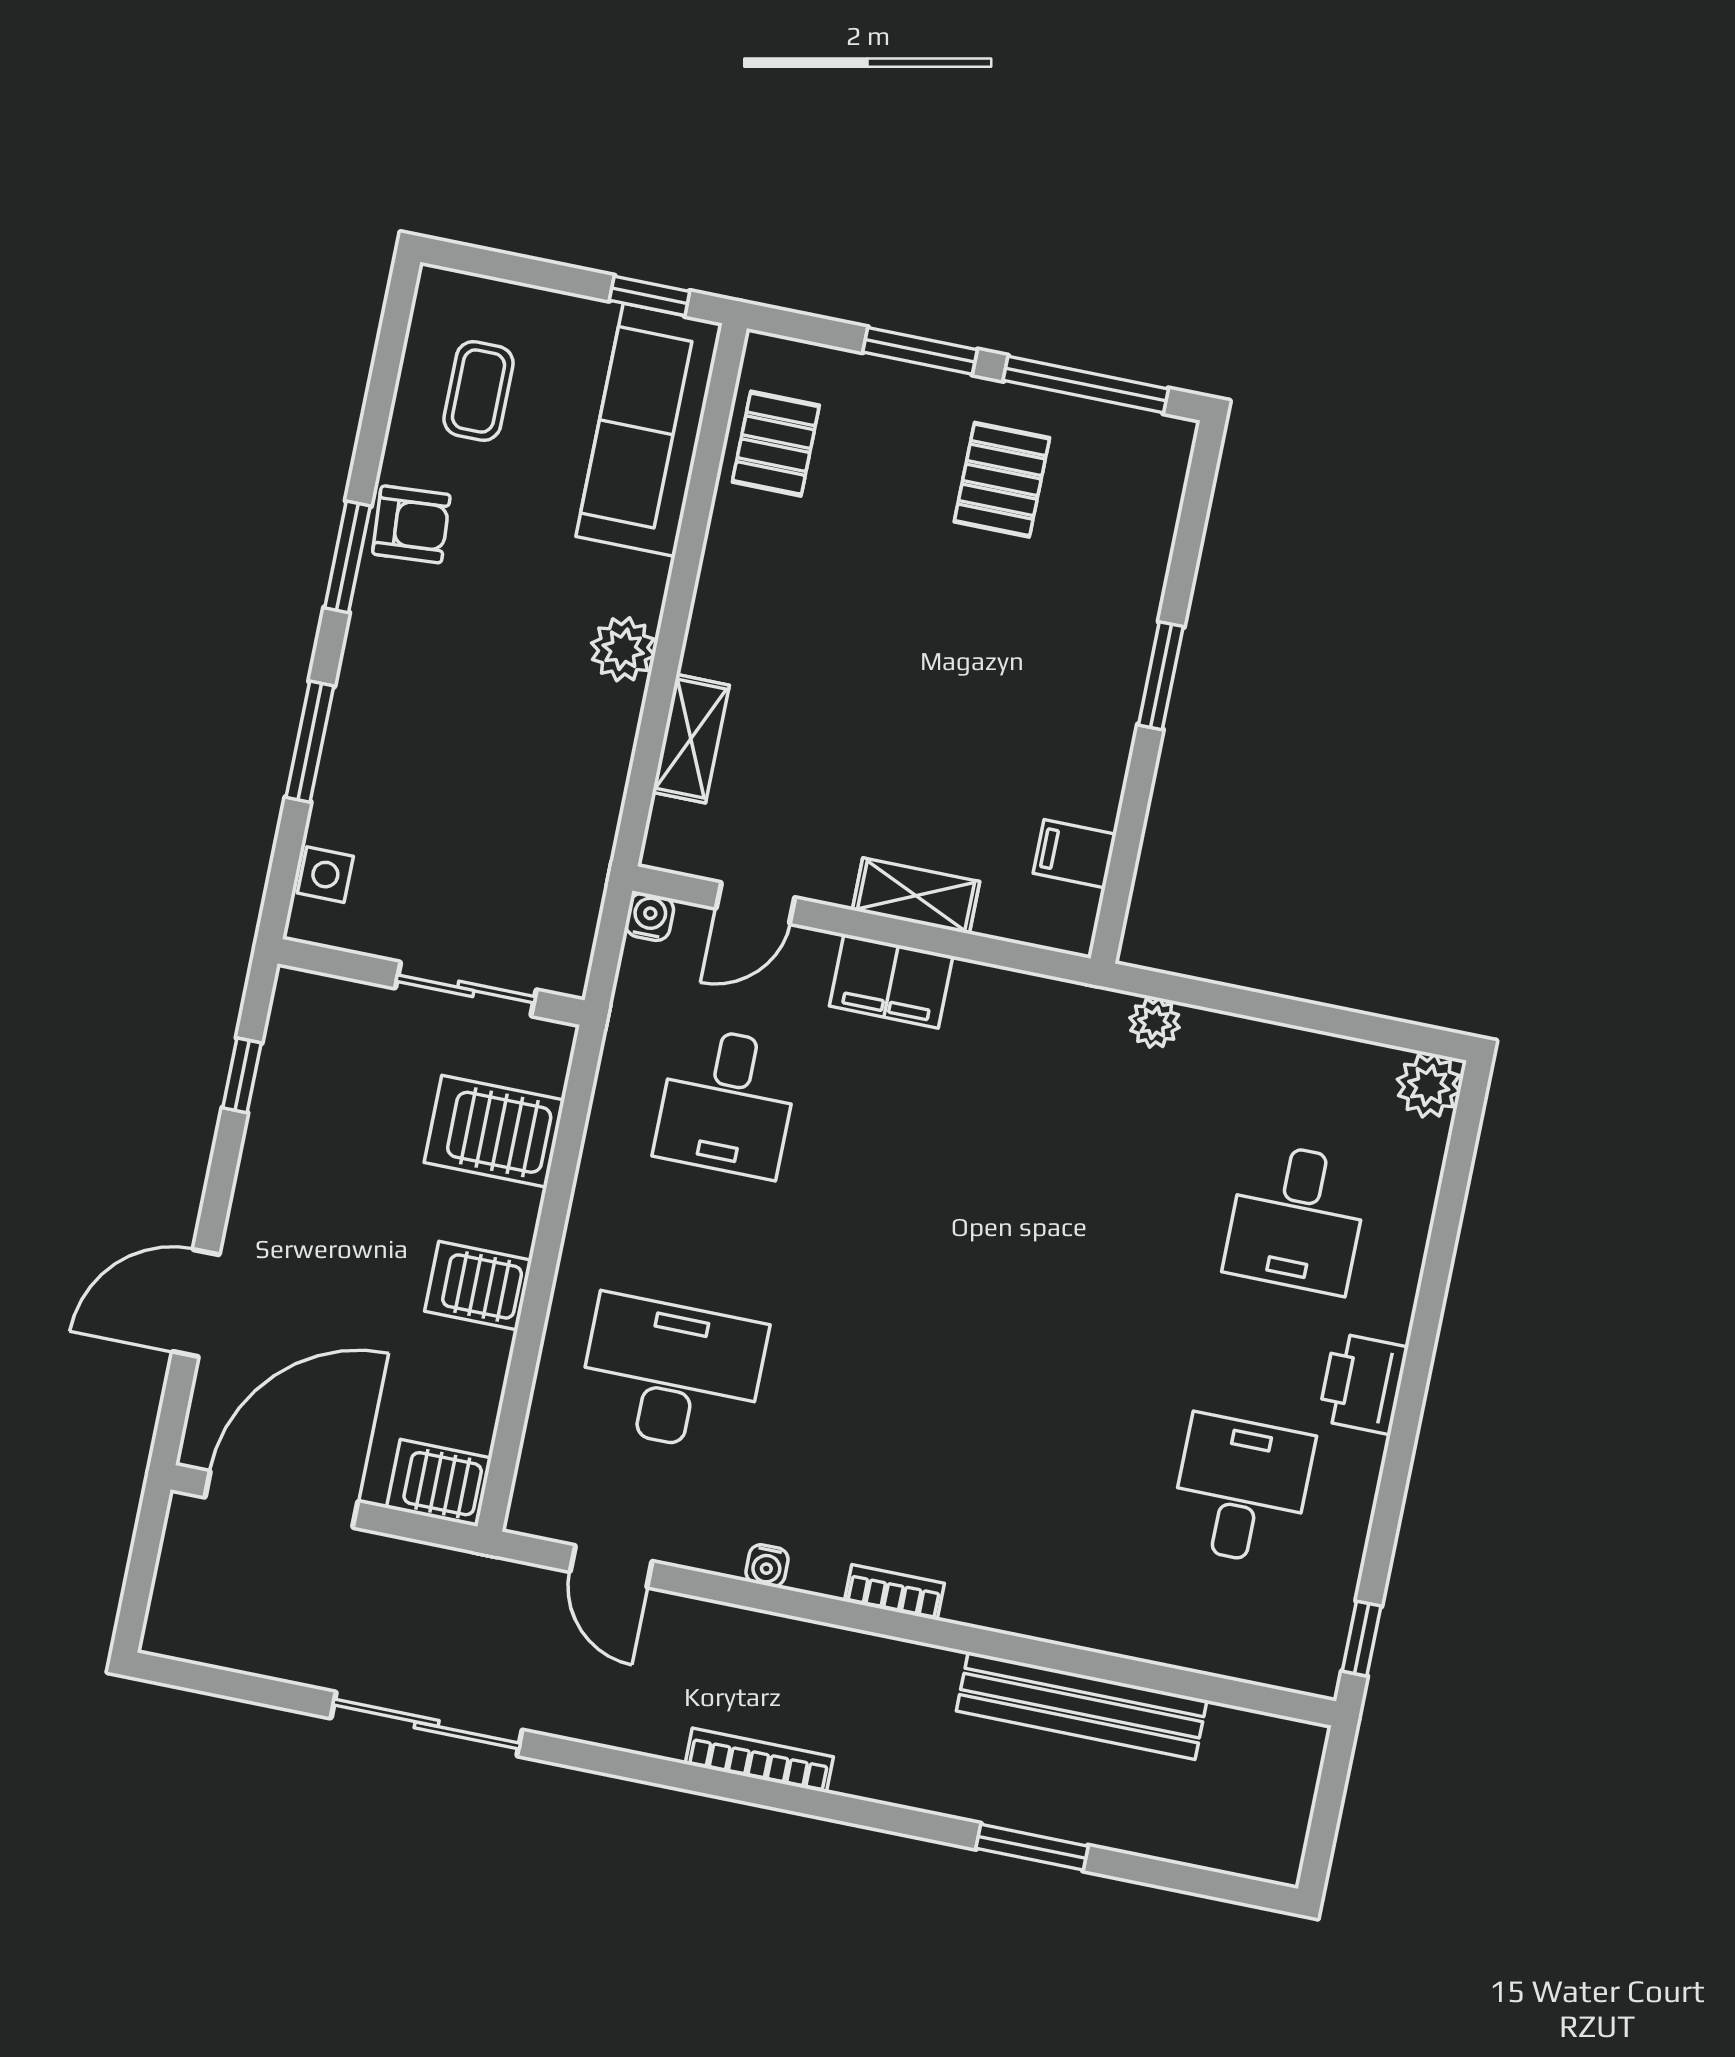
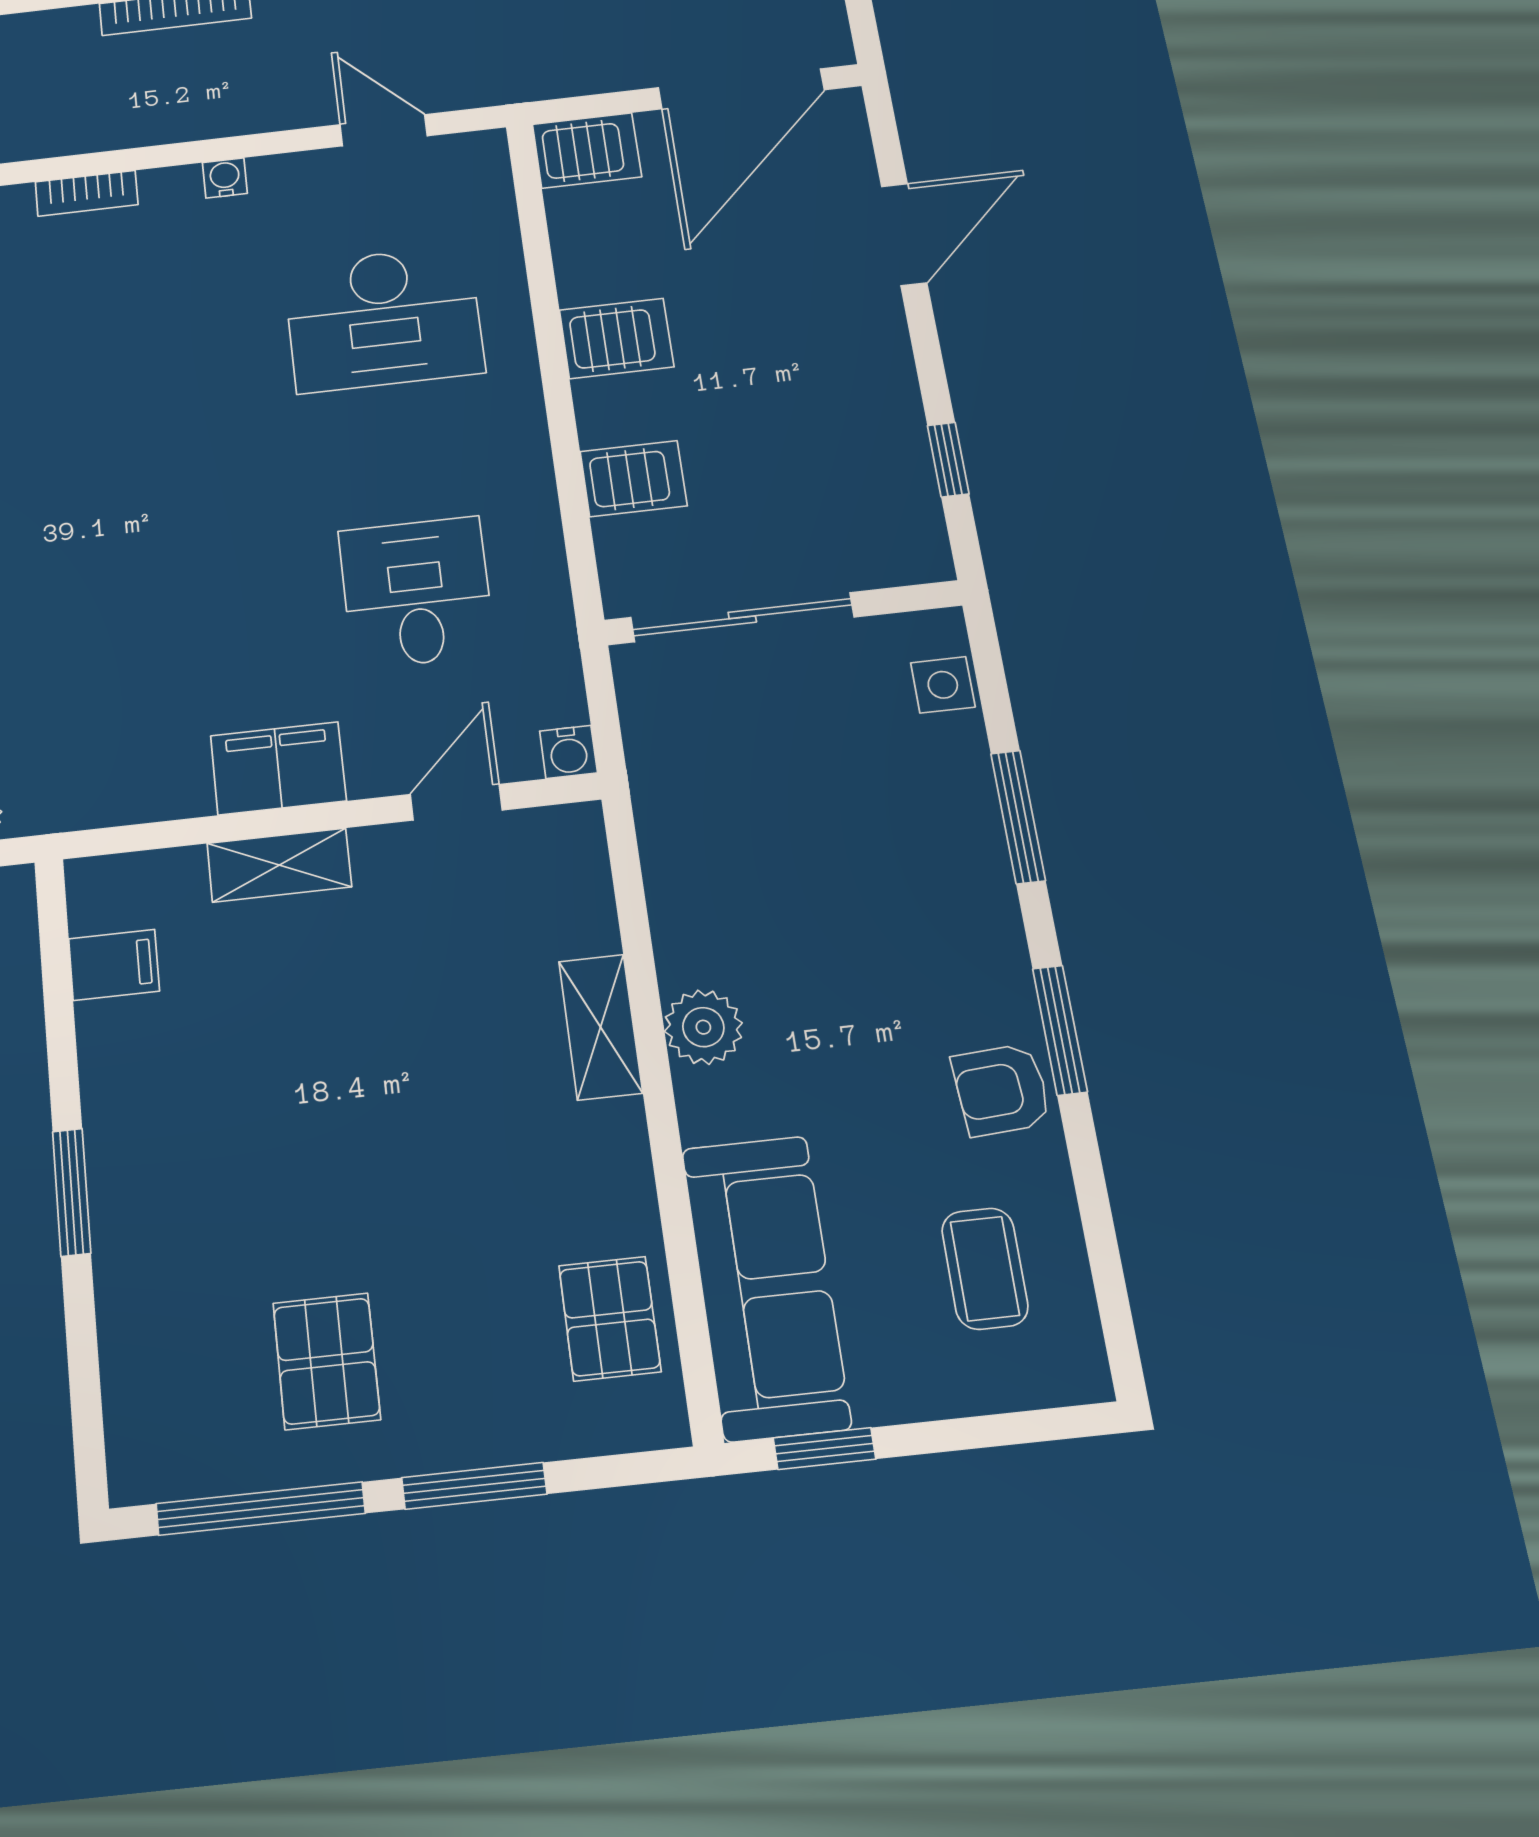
shelving: (691, 739) -> (601, 1027), moved
sliding door: (466, 989) -> (742, 617), width x1.37
server rack: (494, 1131) -> (633, 479), width x0.73, depth x0.70

